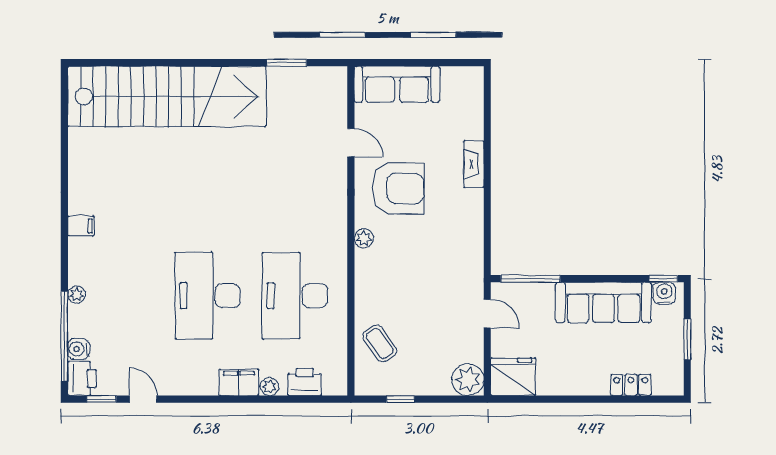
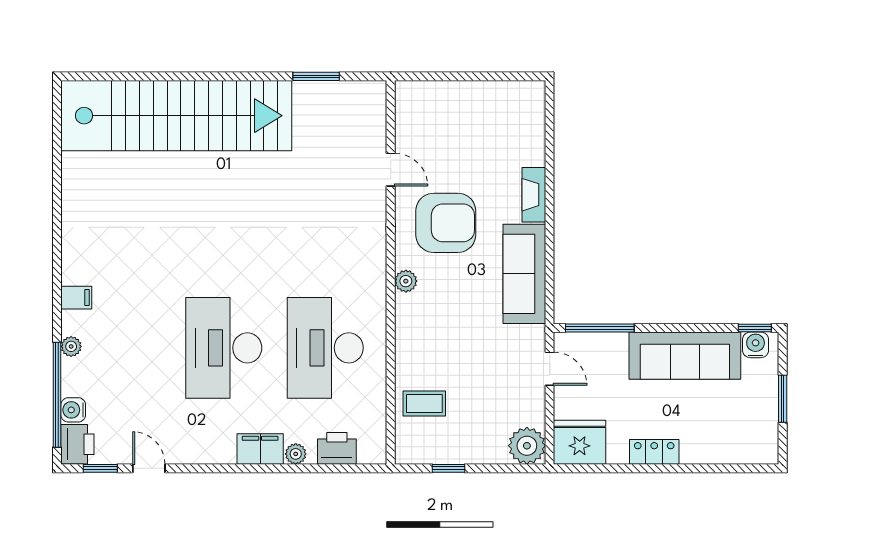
sofa: (397, 84) -> (524, 274), moved, turned 90
filing cabinet: (81, 226) -> (76, 298), moved
coffee table: (380, 344) -> (424, 404), turned -55
locker: (631, 385) -> (654, 452), moved

